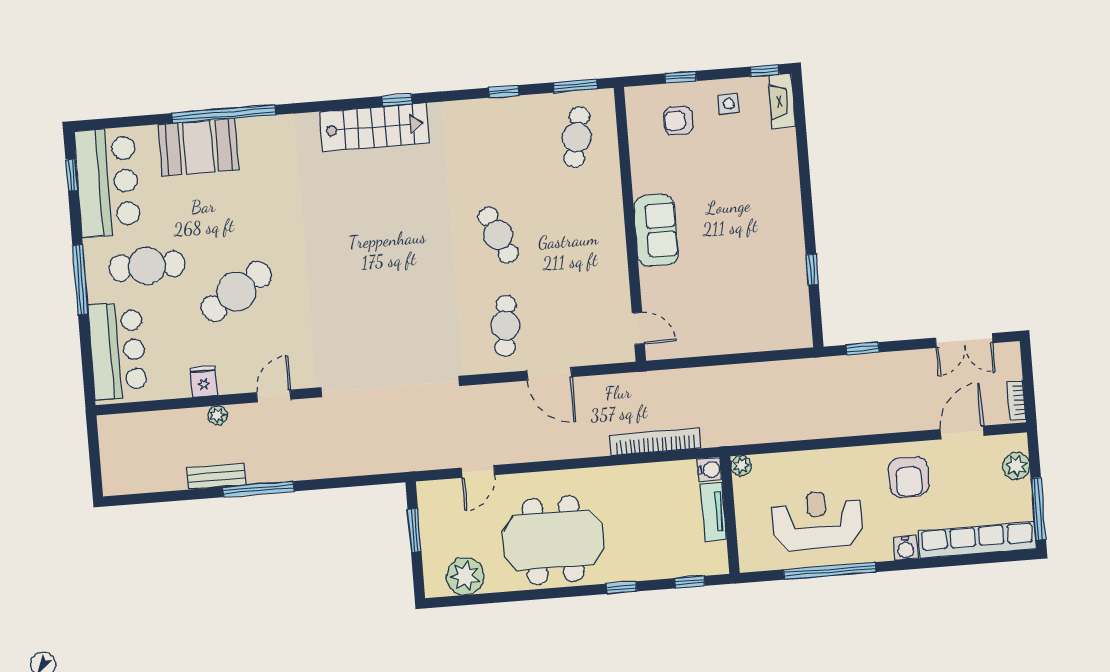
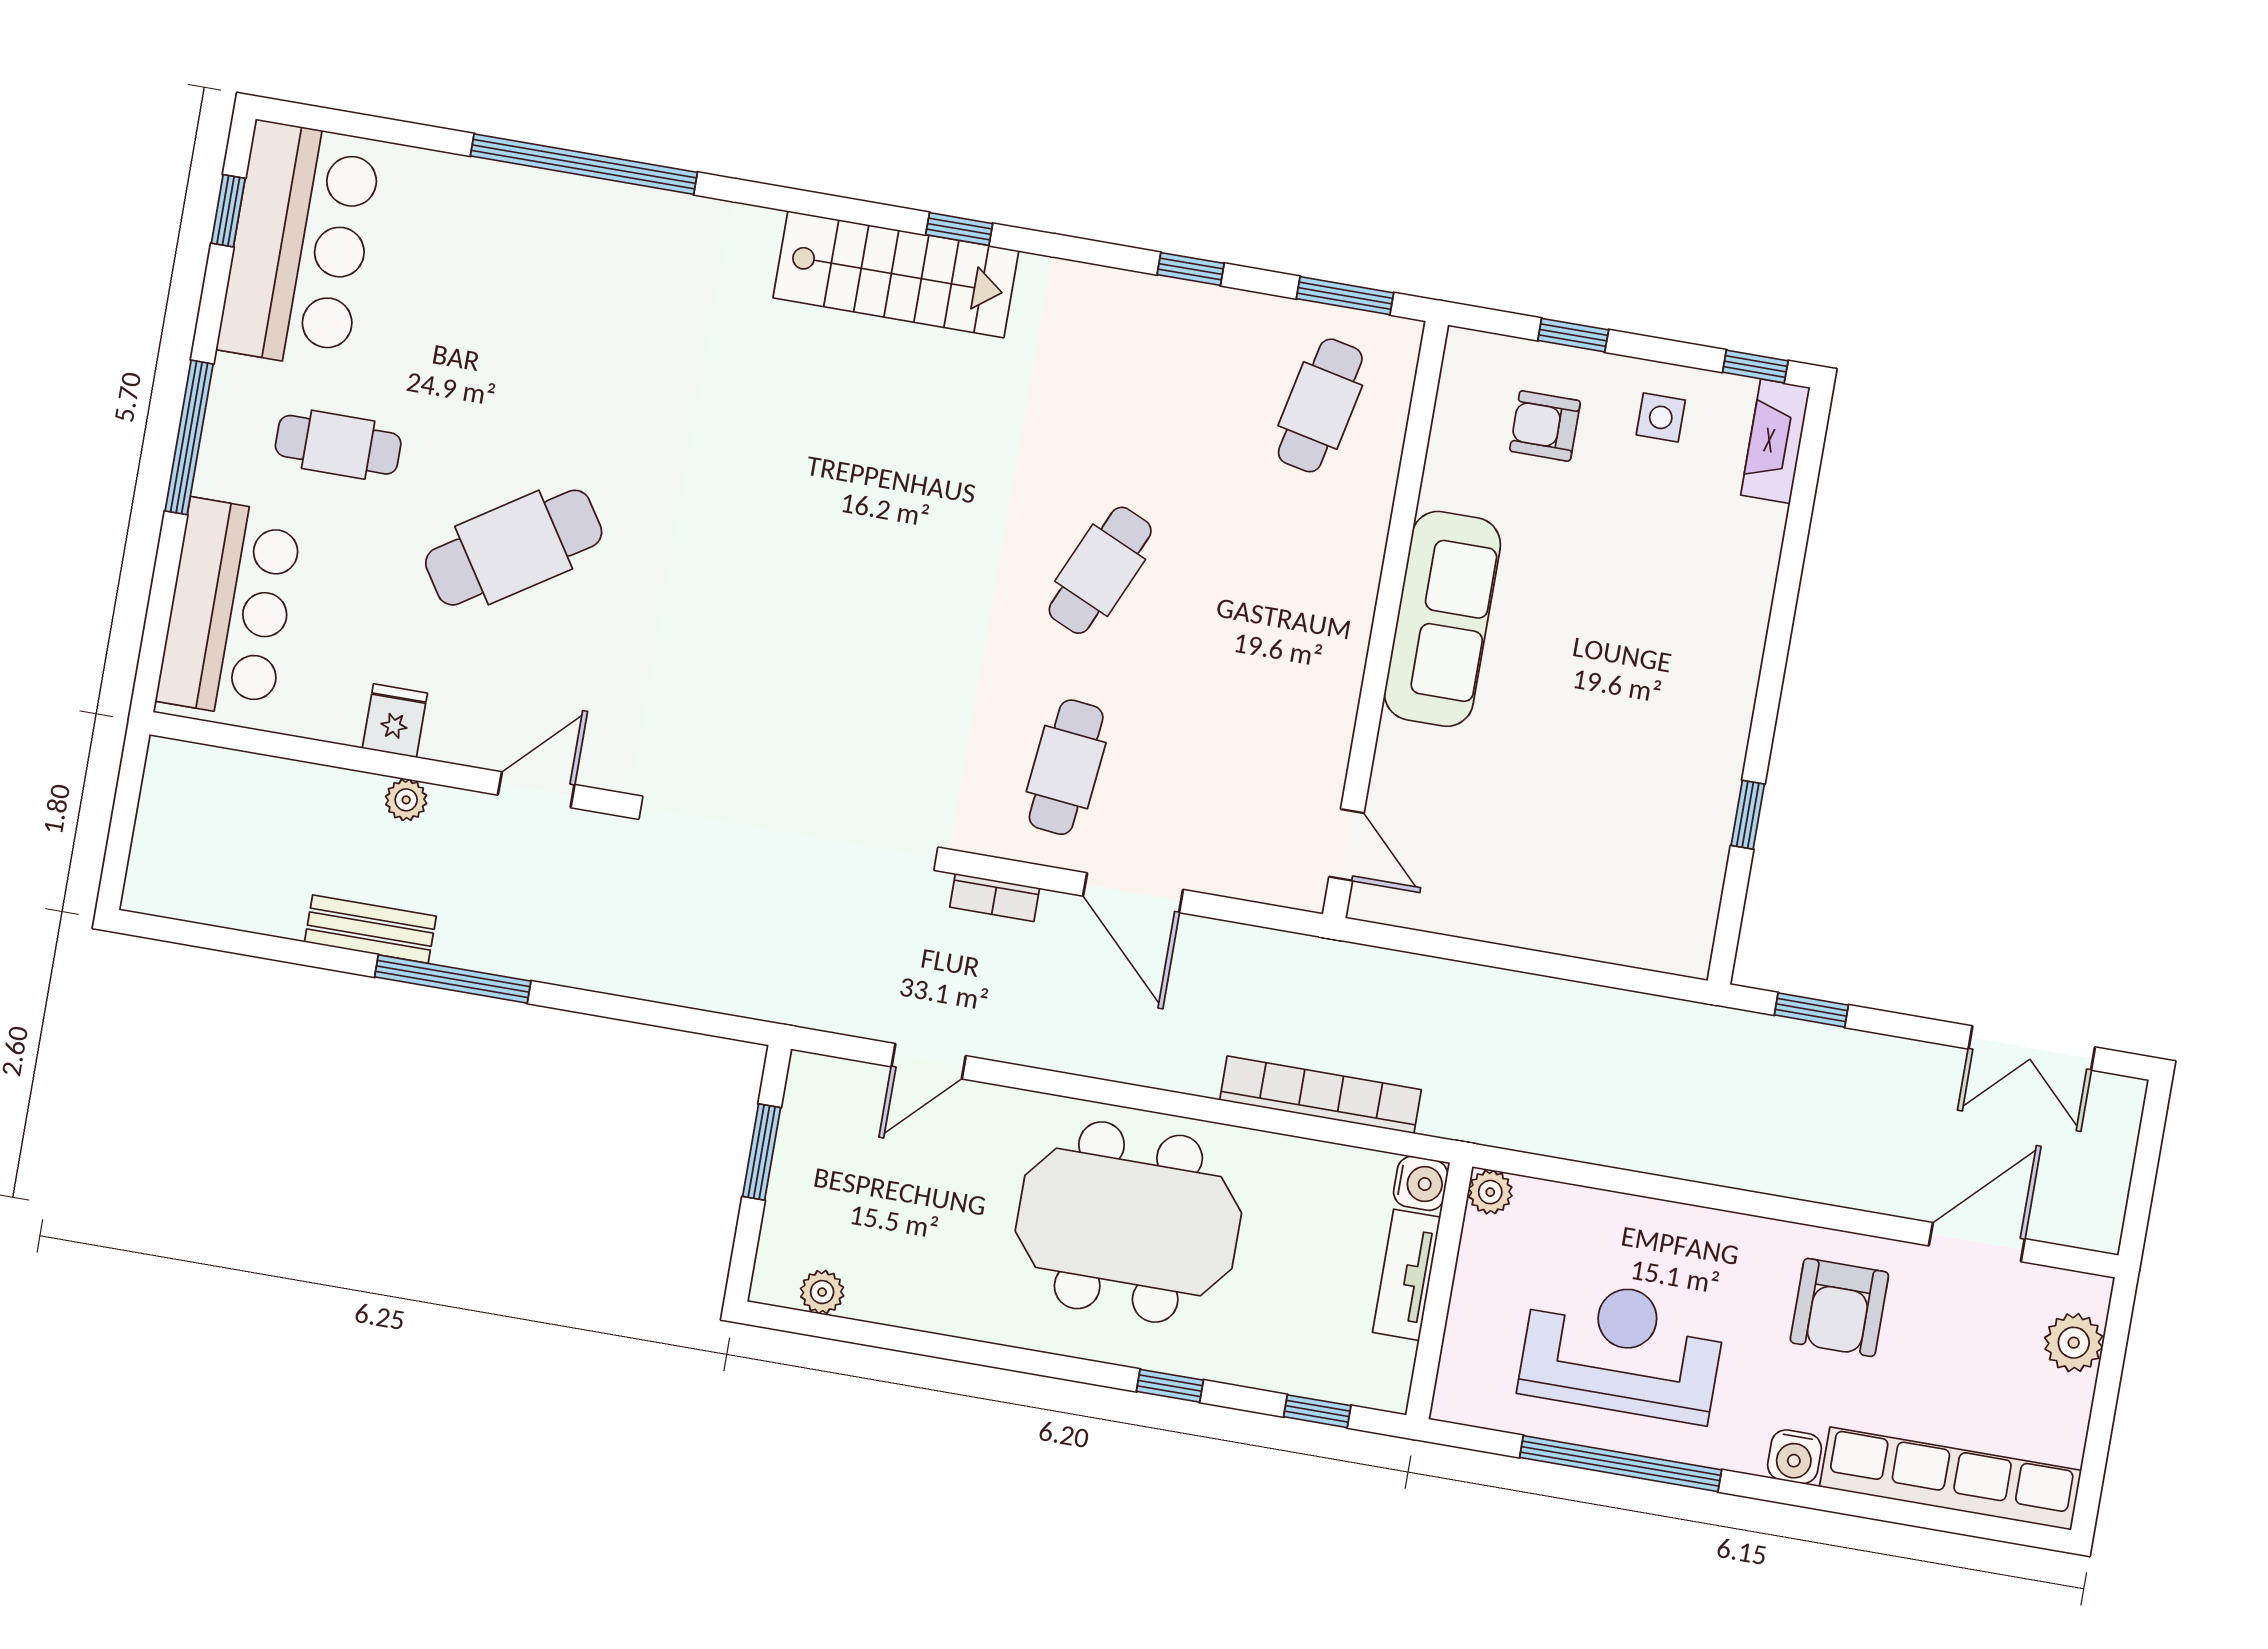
booth: (199, 147) -> (512, 221), removed
sofa: (656, 230) -> (1442, 619), width x1.36
cafe table: (498, 235) -> (1100, 570), turned 48
cafe table: (147, 266) -> (338, 445), width x0.73, depth x0.74
bookcase: (1017, 400) -> (995, 898), moved, turned -90
window: (1038, 509) -> (2097, 1446), removed
meeting table: (553, 540) -> (1128, 1222), moved
plant: (465, 576) -> (822, 1292), width x0.53, depth x0.53

